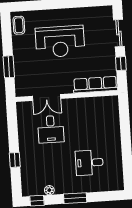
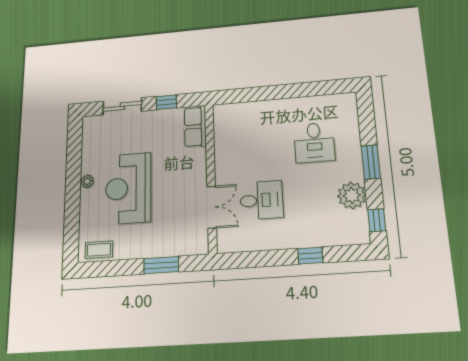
plant: (65, 13) -> (87, 181), added
reception desk: (60, 42) -> (128, 188), turned 180
row of seats: (95, 85) -> (195, 127), width x0.68
plant: (49, 190) -> (352, 195), width x1.88, depth x1.88

